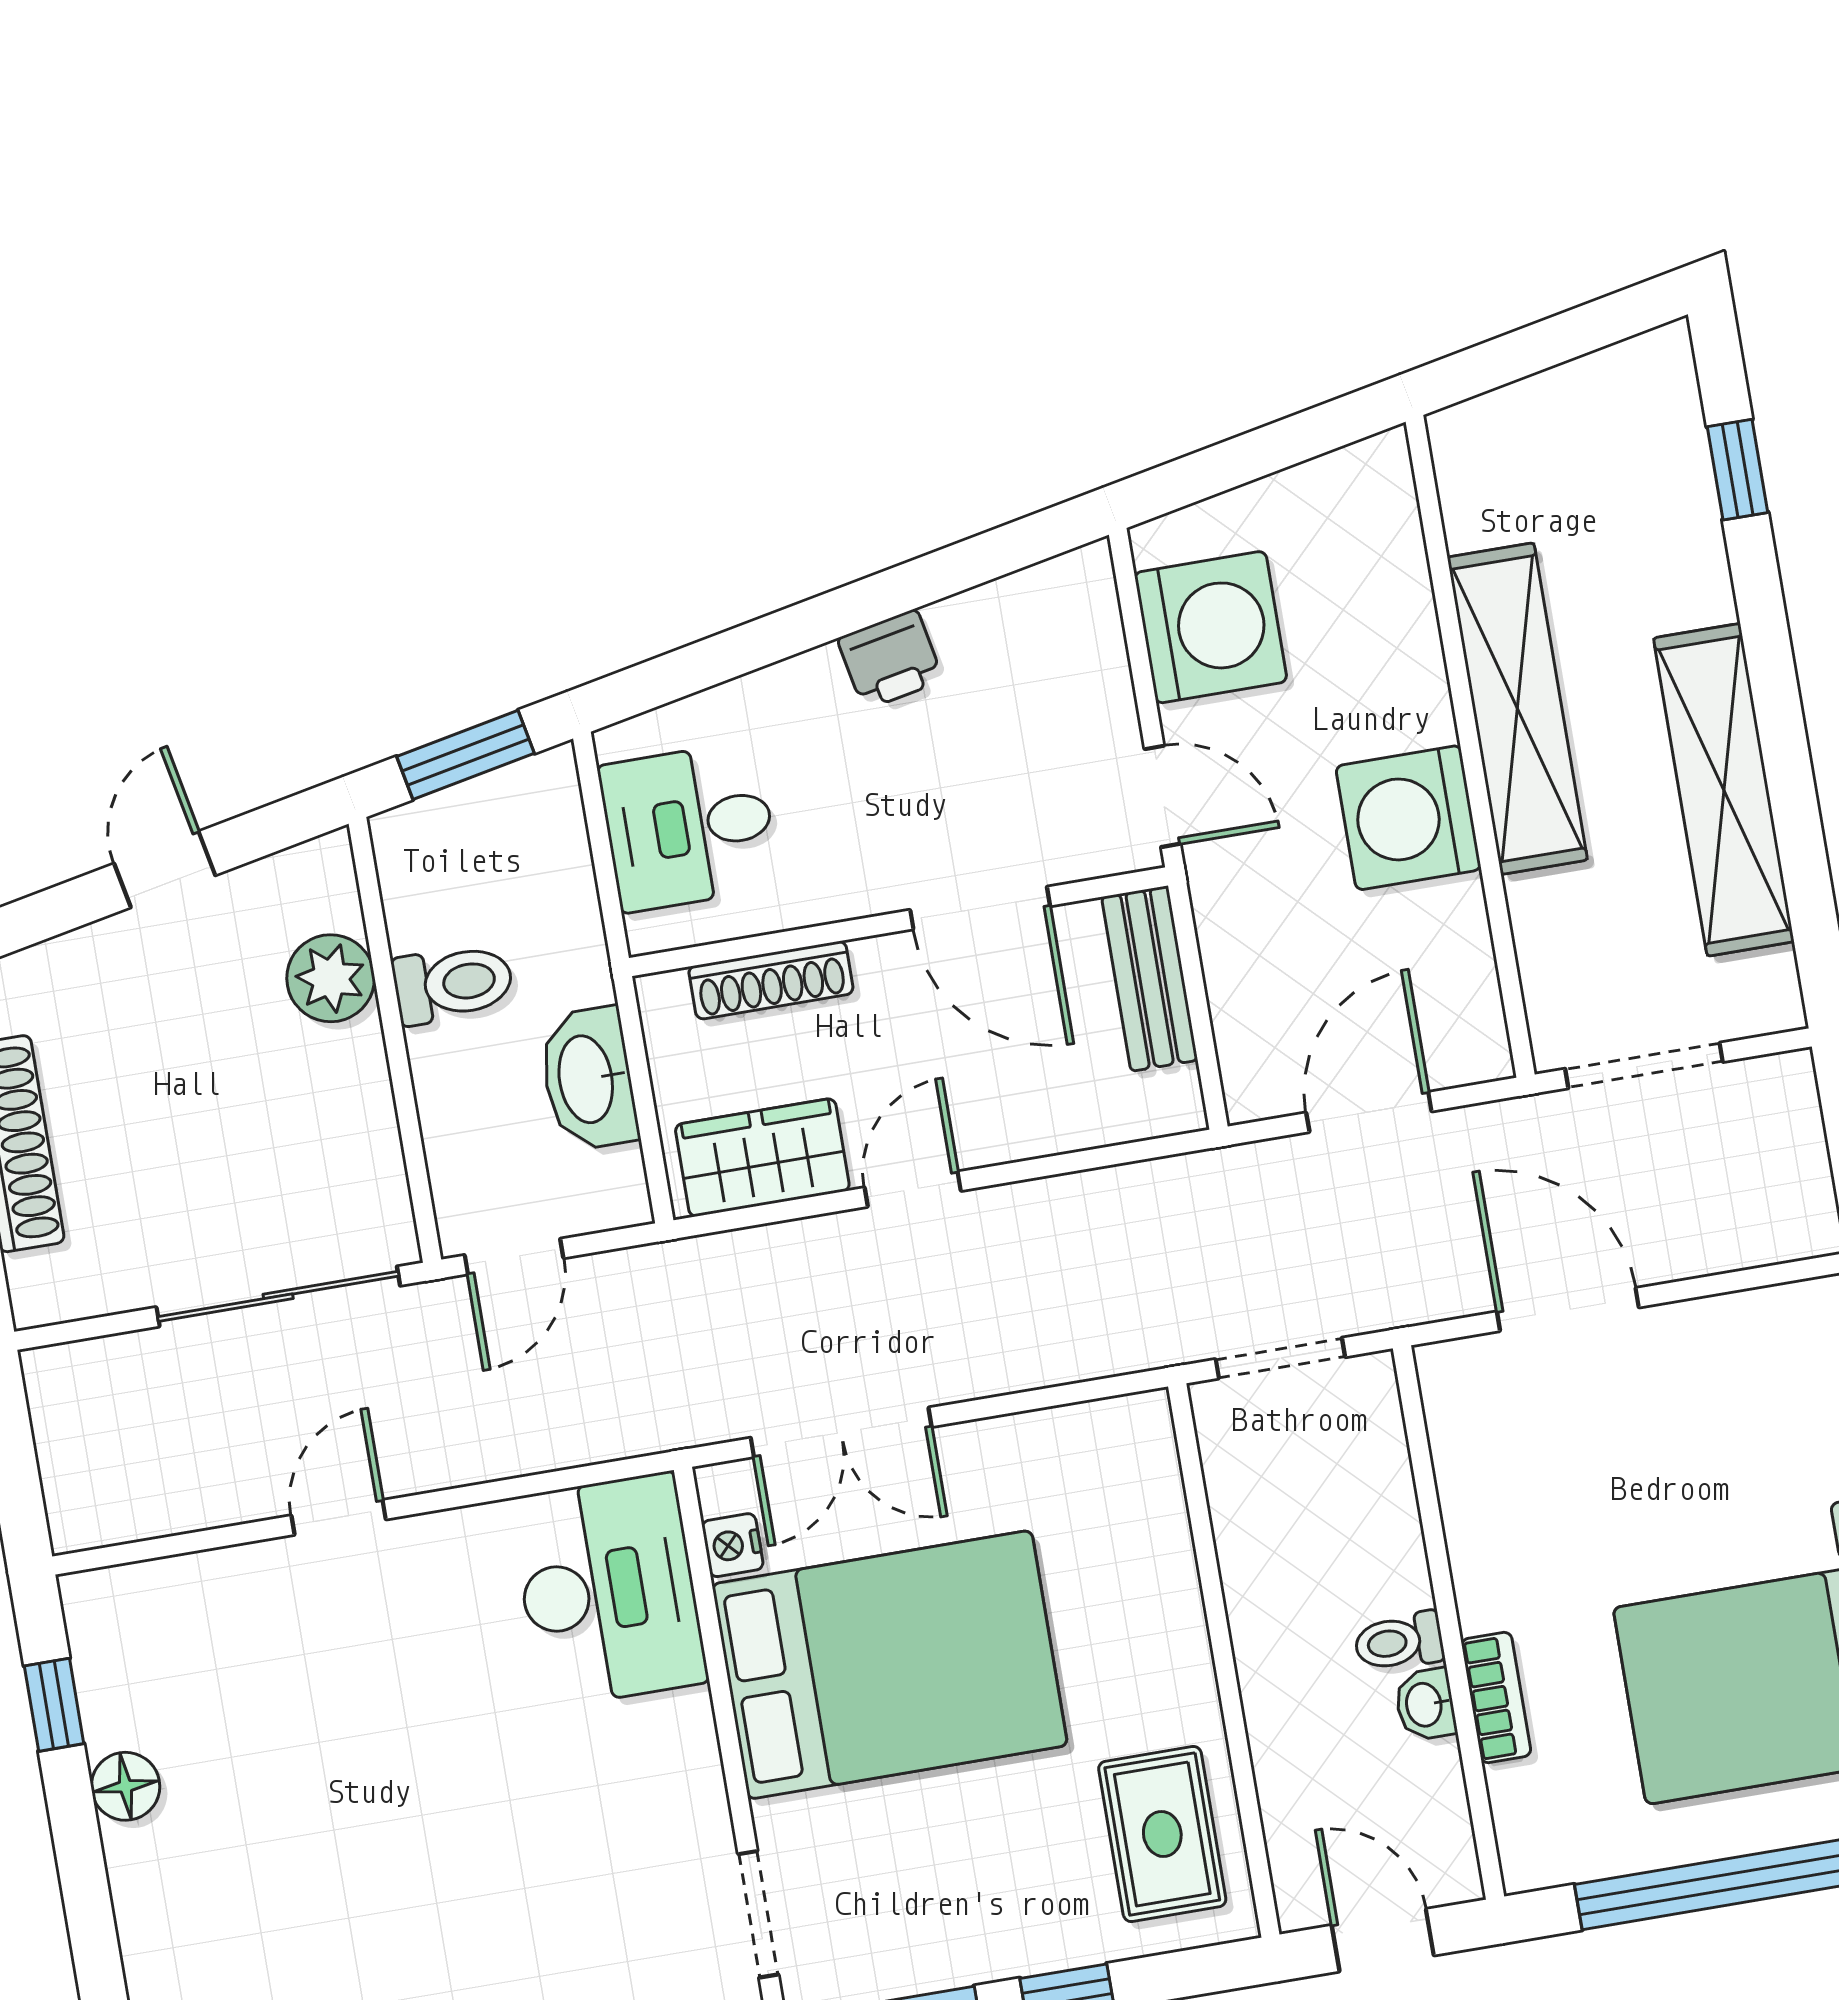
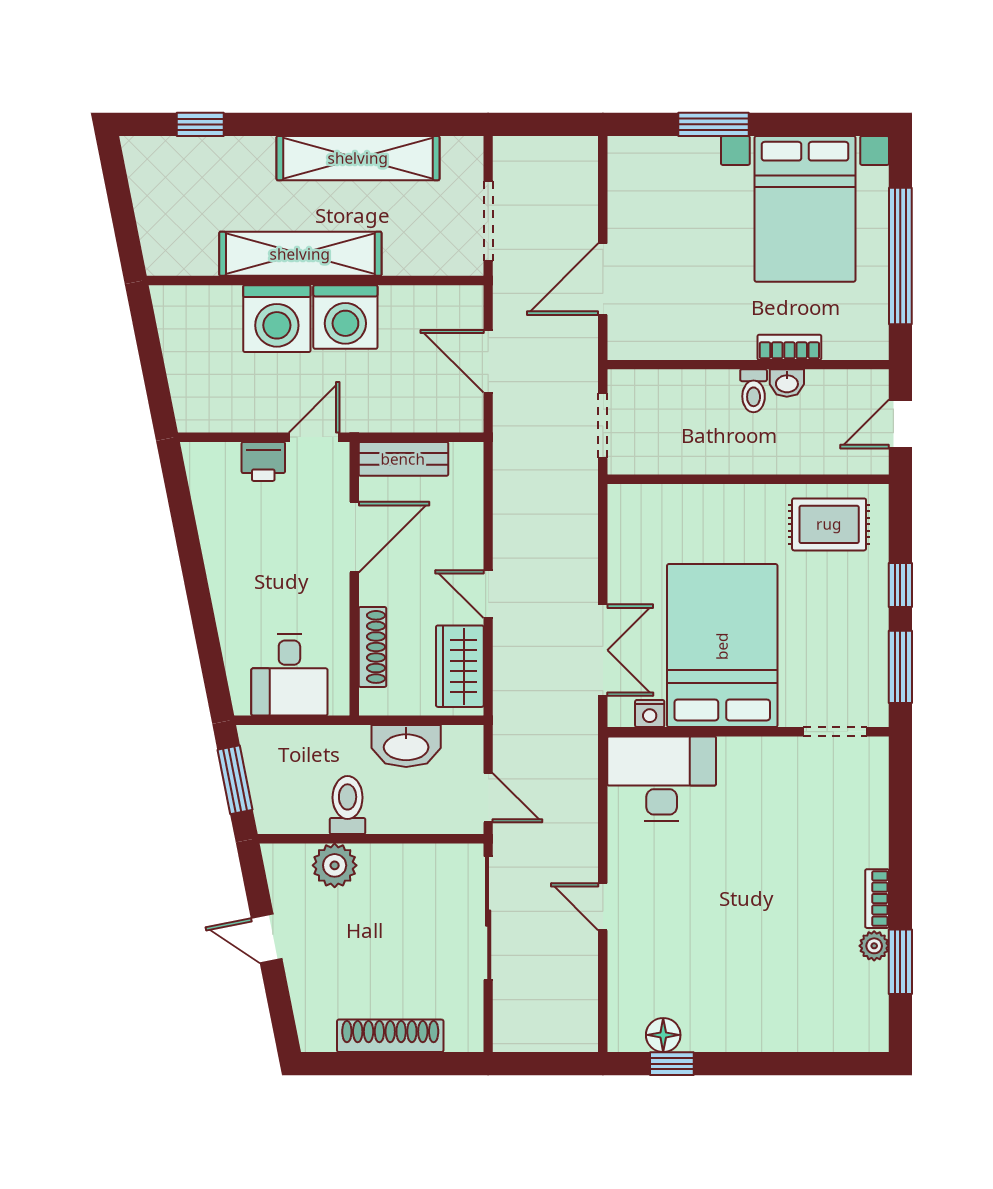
washing machine: (1211, 627) -> (277, 319), moved, turned 180
printer: (890, 659) -> (263, 461), moved, turned 101
floor lamp: (126, 1786) -> (663, 1035), moved

